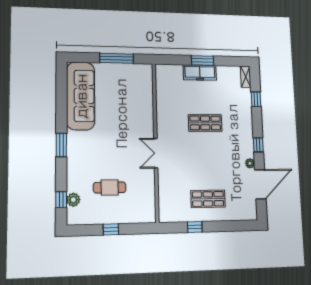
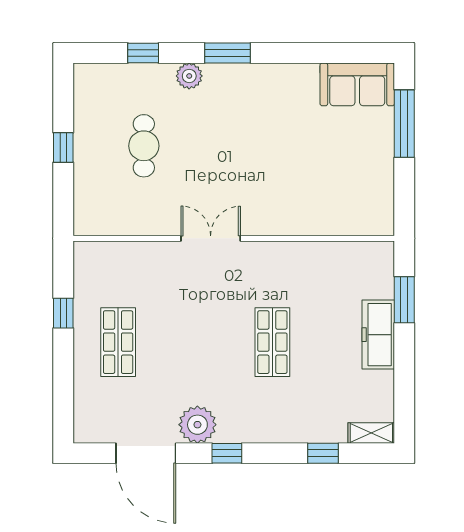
window: (117, 58) -> (404, 124), moved
window: (203, 60) -> (404, 300), moved
sofa: (81, 96) -> (357, 84), width x0.54, depth x0.79
plant: (250, 163) -> (197, 425), width x1.87, depth x1.87
window: (61, 200) -> (143, 53), moved
plant: (73, 200) -> (189, 76), moved

